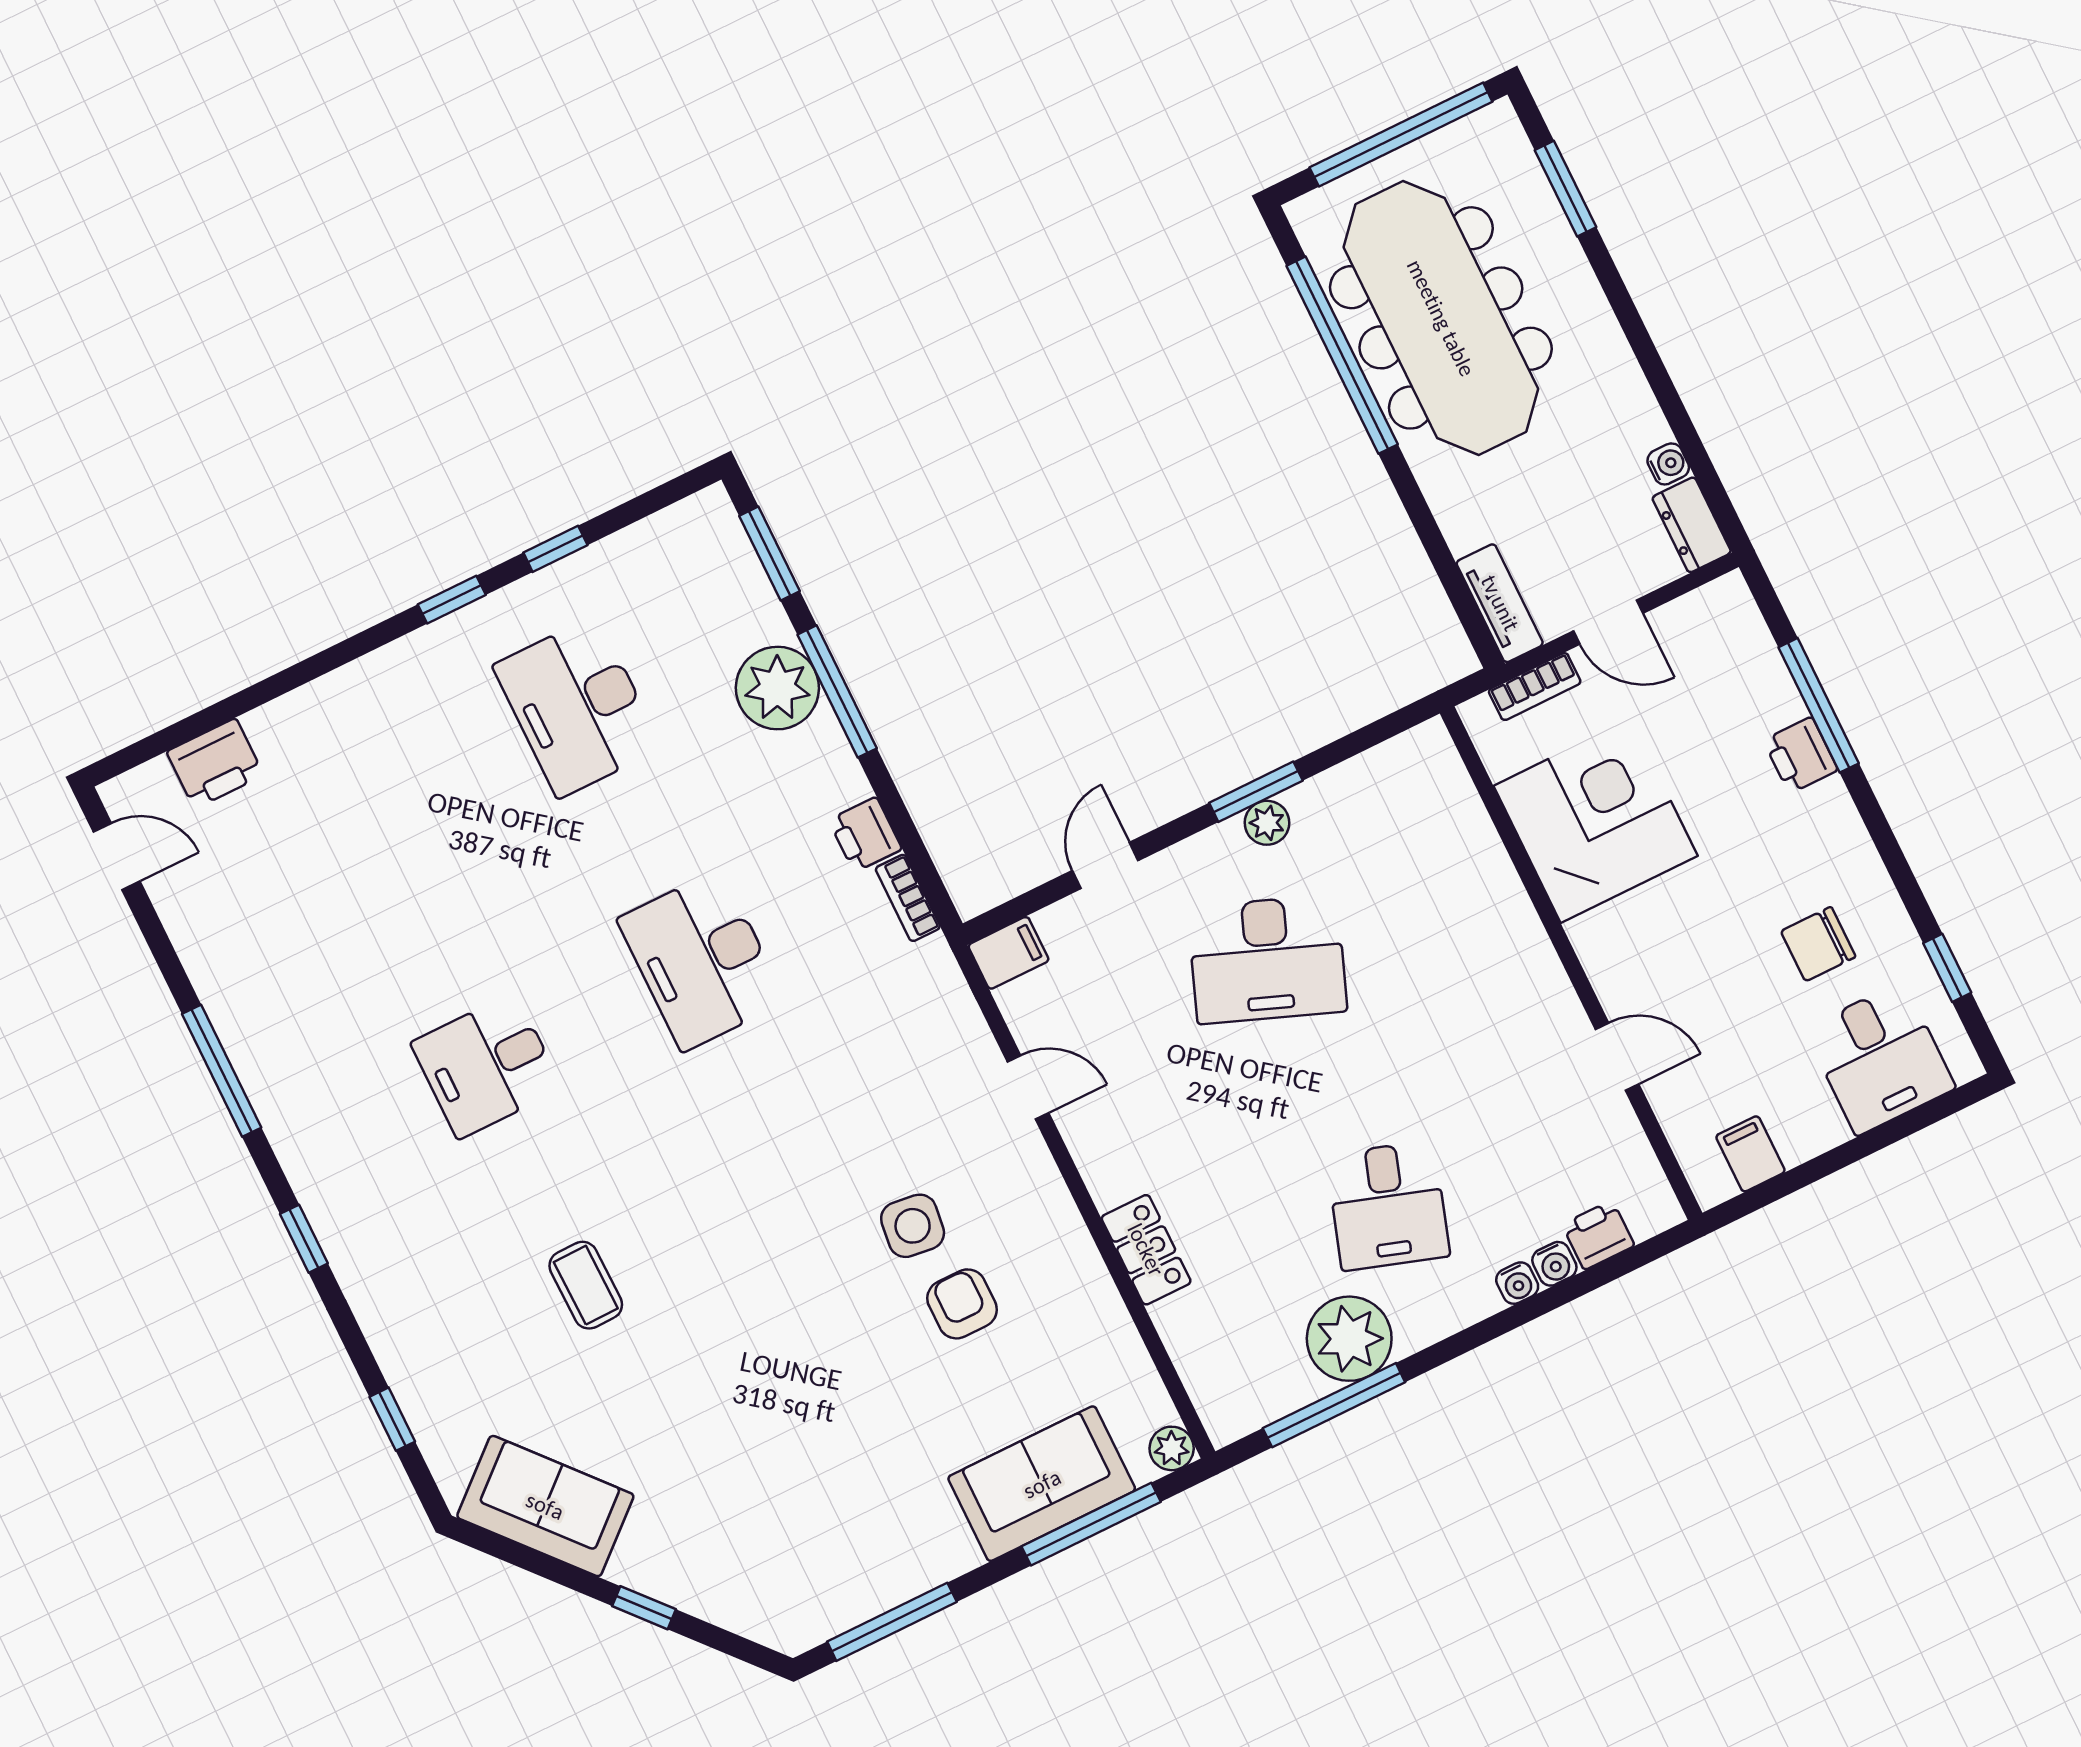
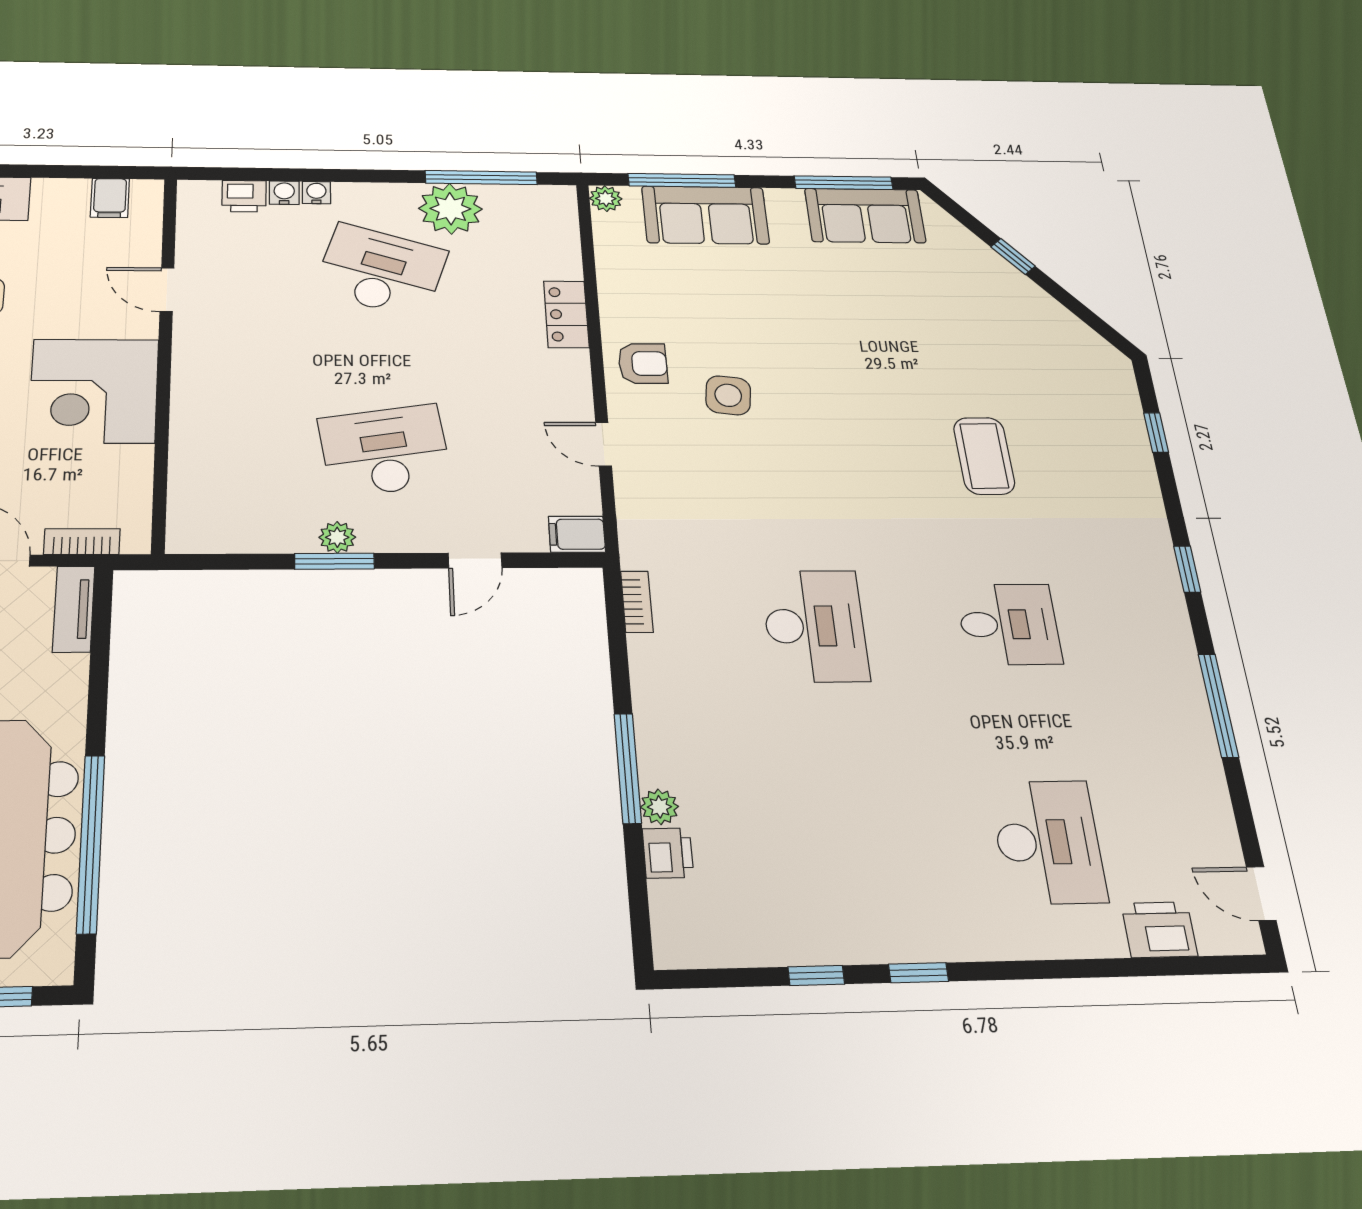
window: (770, 553) -> (638, 895), removed
plant: (777, 688) -> (659, 807), width x0.53, depth x0.53
desk: (577, 707) -> (1048, 842), moved
corner desk: (1596, 821) -> (94, 391), moved
printer: (865, 835) -> (668, 853), moved
desk: (1267, 959) -> (385, 451), turned -30
desk: (1388, 1206) -> (381, 271), width x1.37
coffee table: (586, 1285) -> (984, 456), width x1.36, depth x1.30
armchair: (962, 1304) -> (643, 364), moved, turned -90
sofa: (545, 1506) -> (865, 216), moved, turned -49

